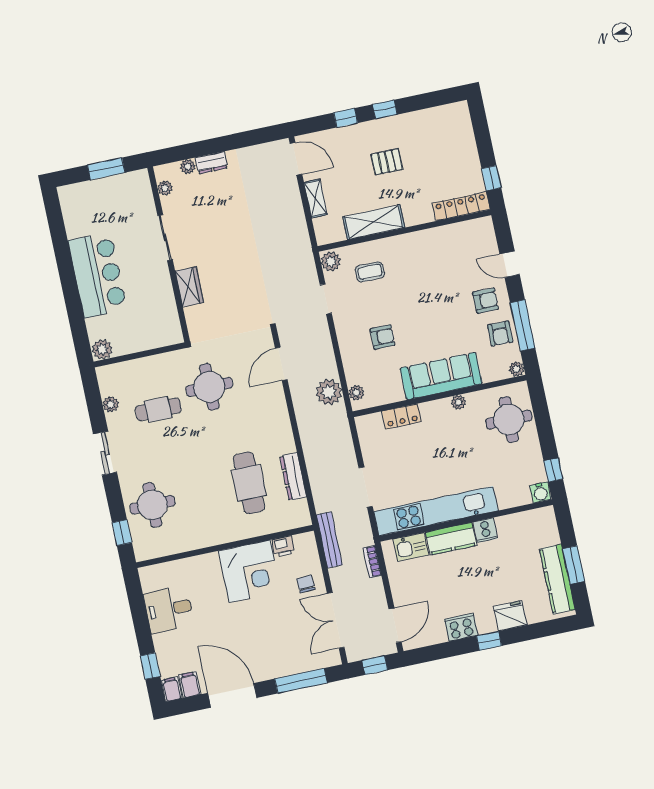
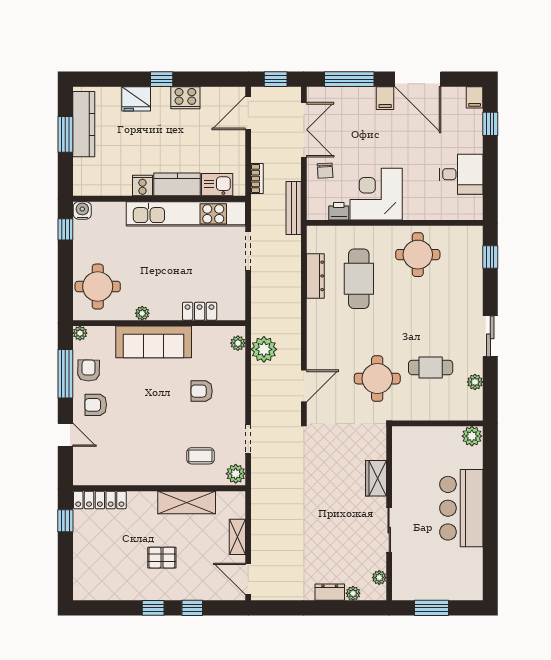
round table: (152, 505) -> (418, 255), moved
filing cabinet: (190, 685) -> (385, 98), moved

